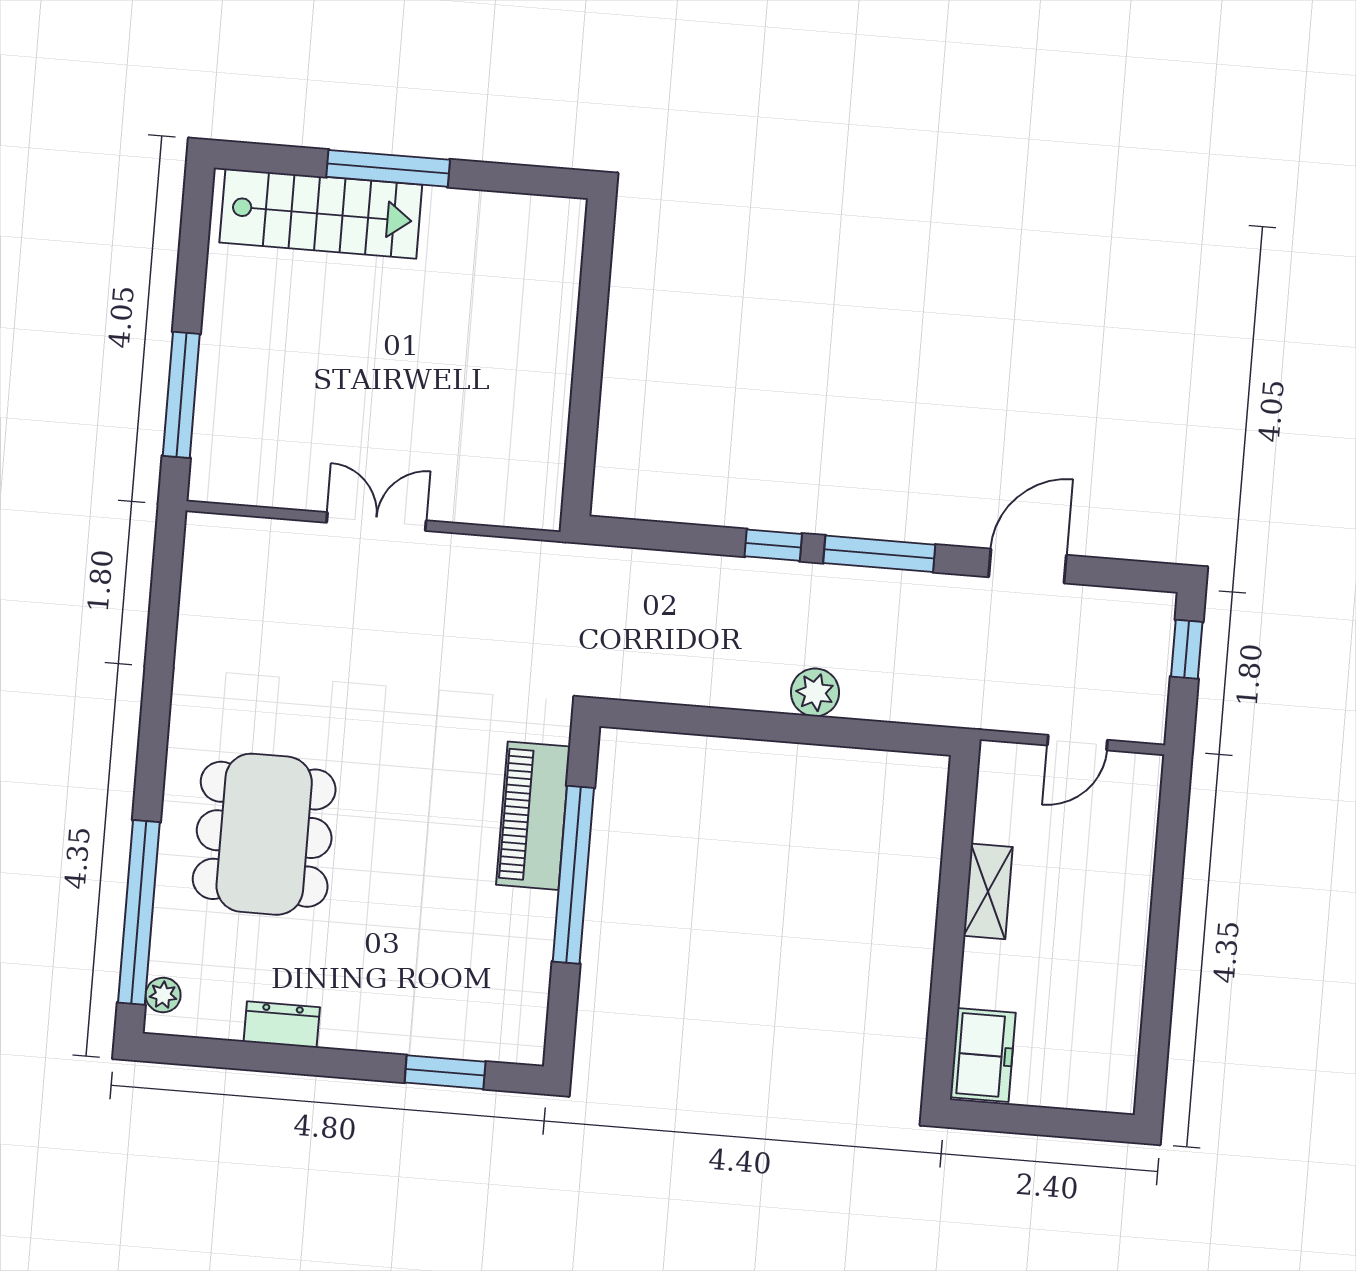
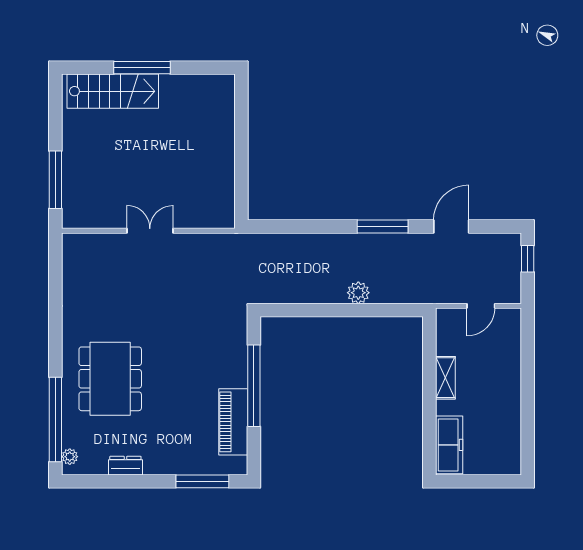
window: (773, 545) -> (333, 226), removed
piano: (533, 816) -> (233, 422), moved
freezer: (983, 1055) -> (449, 445), width x1.40
window: (445, 1072) -> (202, 481), width x1.44

